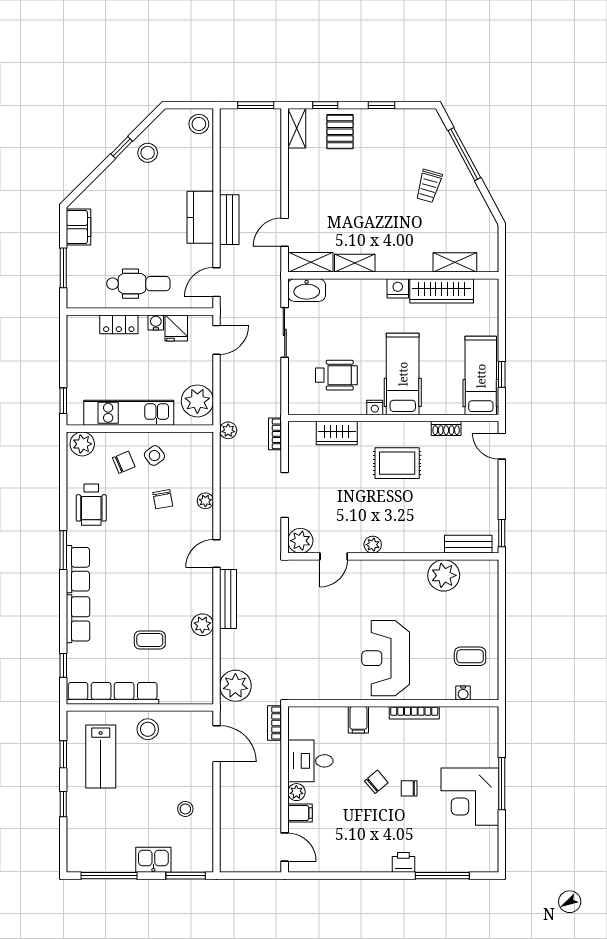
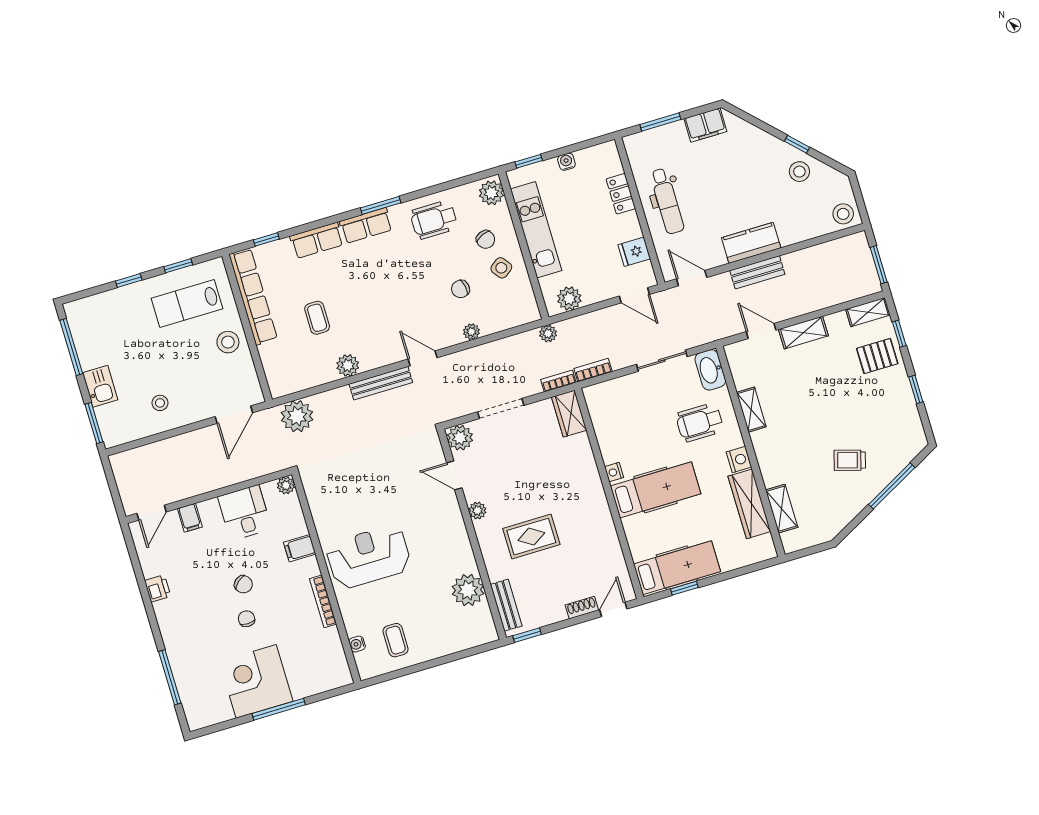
shelving: (311, 262) -> (803, 333), moved, turned 90
water cooler: (156, 322) -> (566, 162), moved, turned -90
wheelchair: (336, 375) -> (700, 422), moved, turned 90
plant: (197, 401) -> (569, 298), width x0.73, depth x0.73
shoe rack: (446, 428) -> (582, 608), moved, turned 90
wardrobe: (337, 433) -> (569, 414), moved
rug: (397, 463) -> (531, 537), moved, turned 90
bookcase: (275, 723) -> (593, 370), moved
plant: (296, 792) -> (286, 485), moved
printer: (403, 862) -> (158, 588), moved

